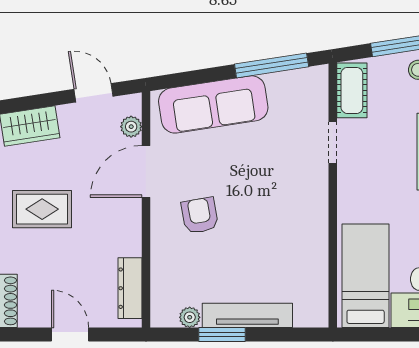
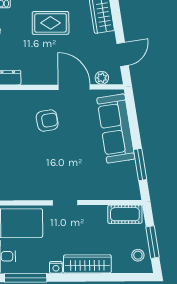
window: (272, 65) -> (140, 164), width x0.69
doorway: (333, 143) -> (65, 203), moved
rug: (42, 209) -> (51, 23), turned 90

